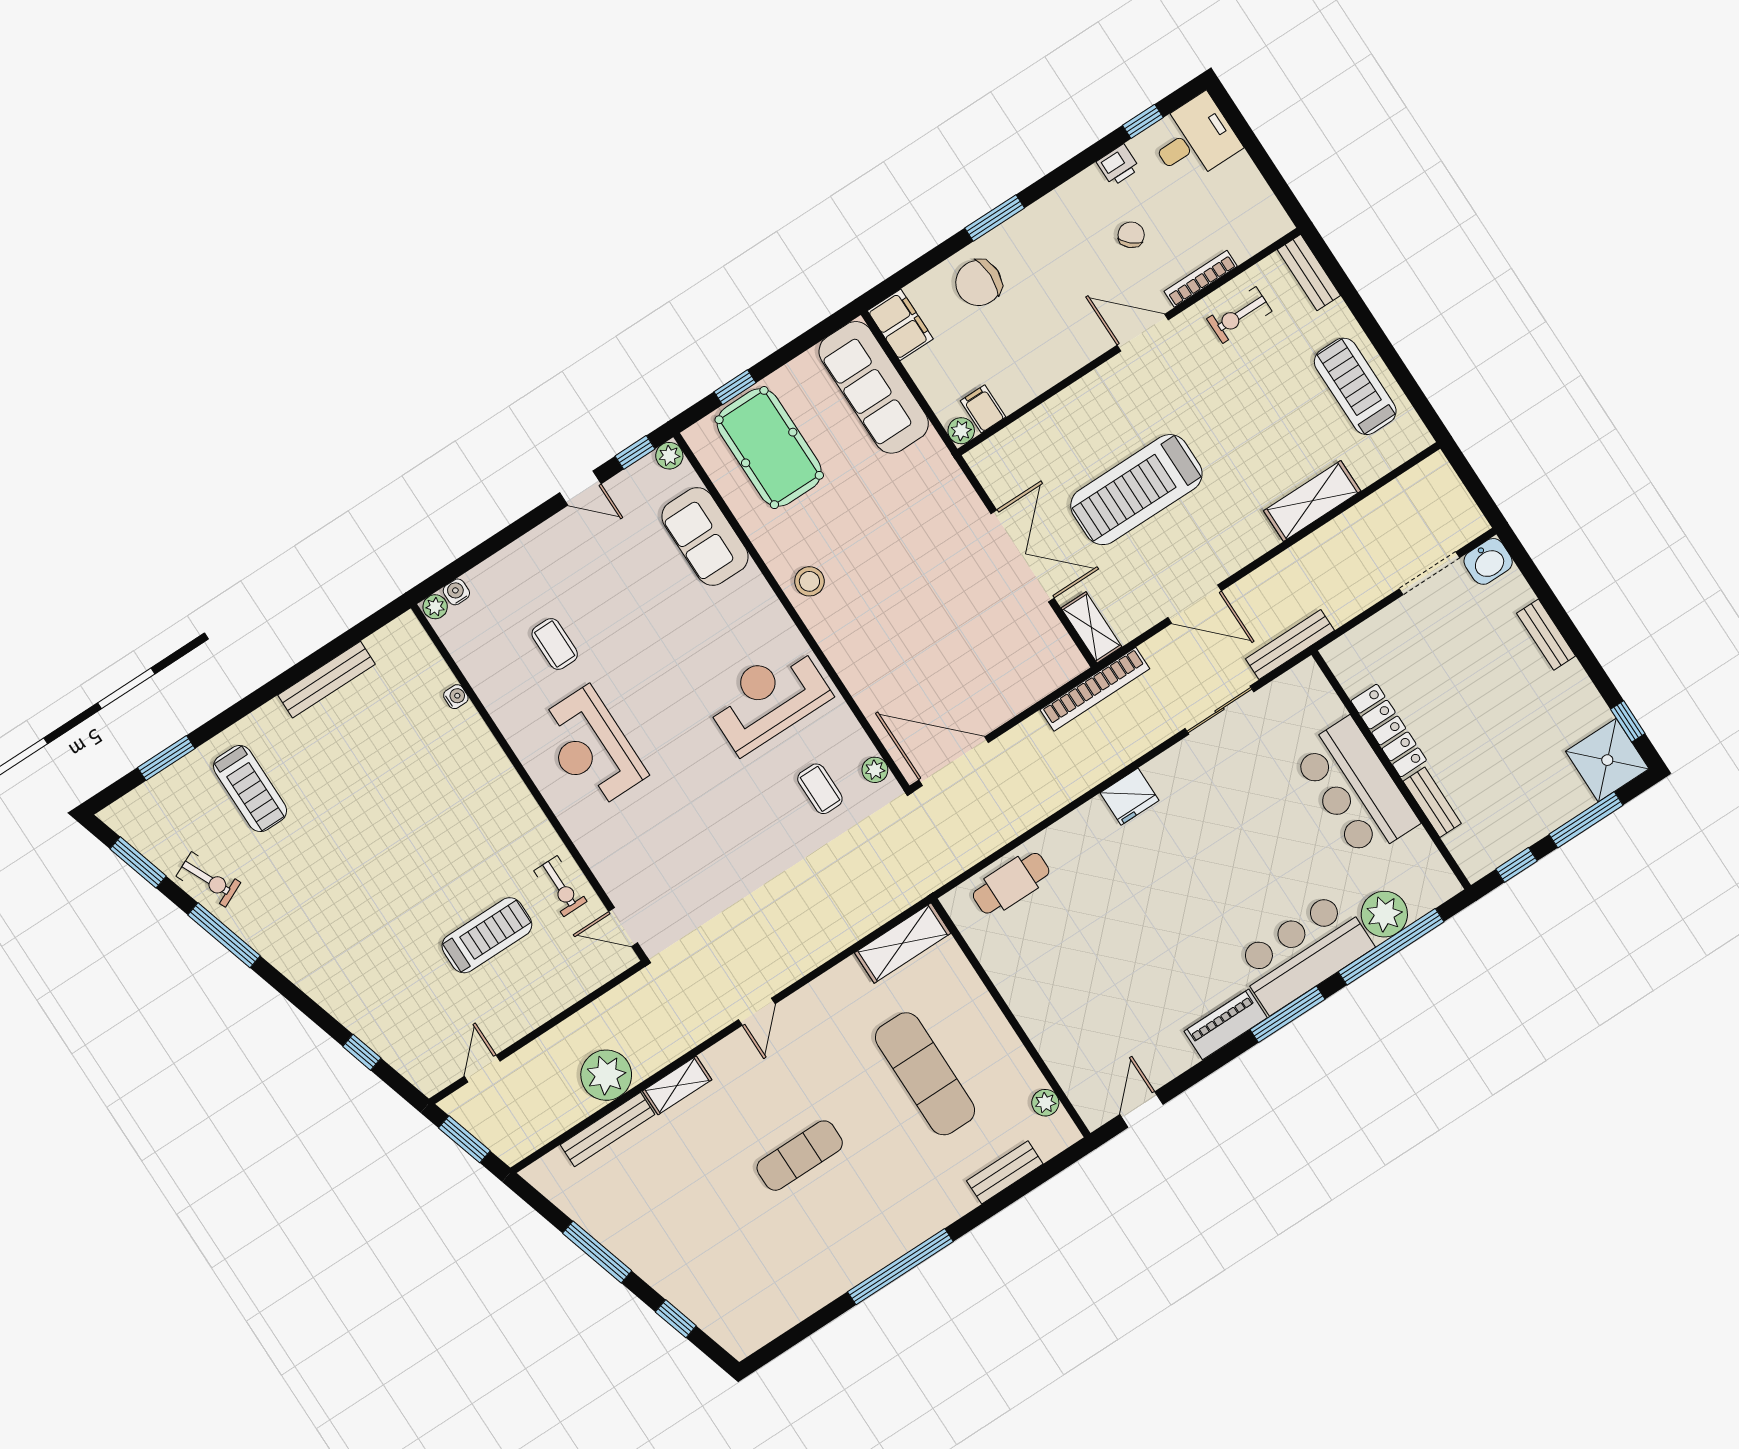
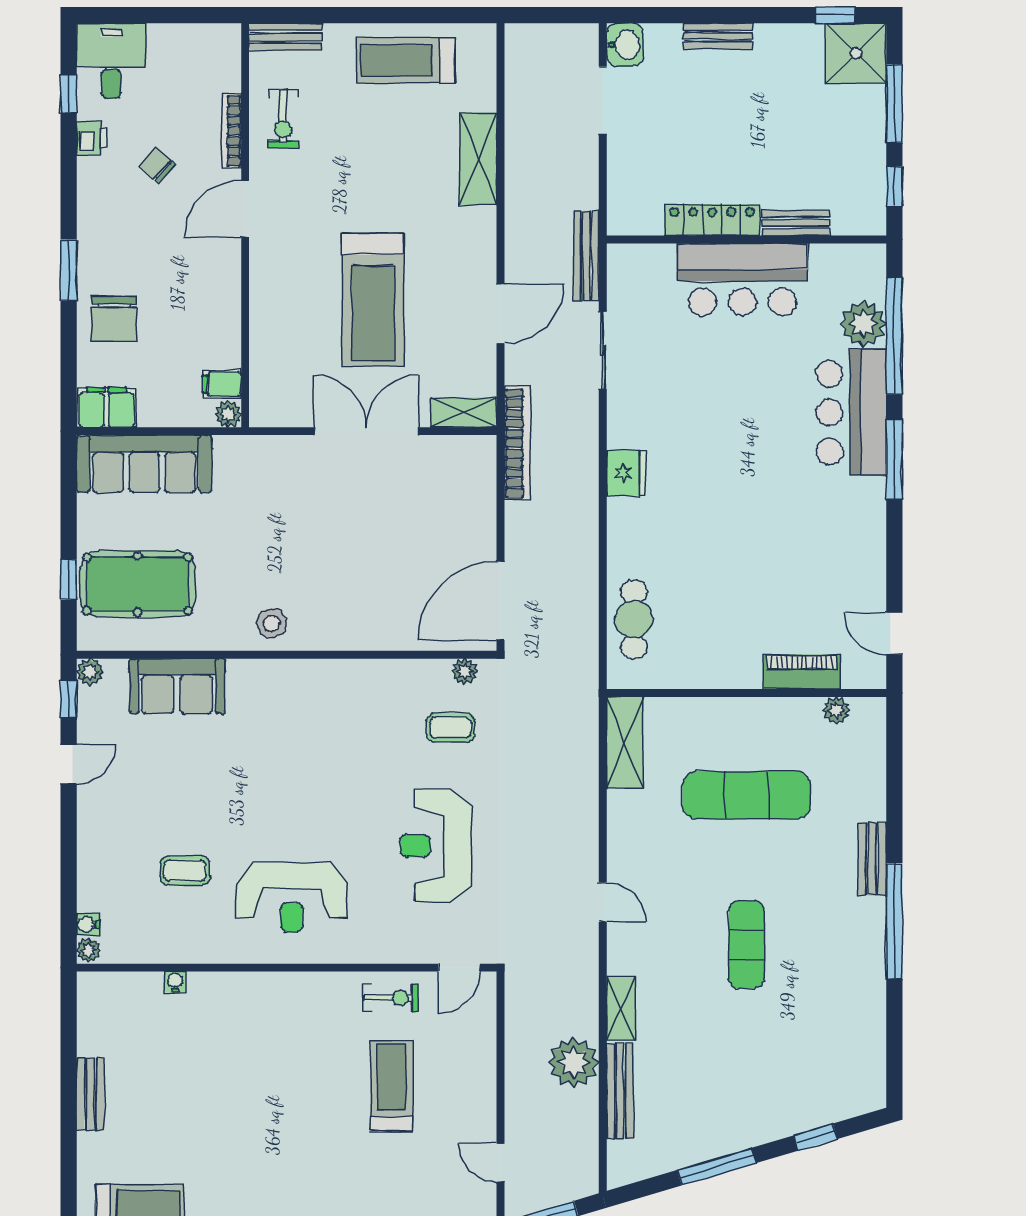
bench: (326, 680) -> (90, 1094), width x0.73
reception desk: (768, 698) -> (436, 846), moved
piano: (1226, 1024) -> (802, 672), moved, turned 90
bench: (1005, 1172) -> (872, 859), moved

